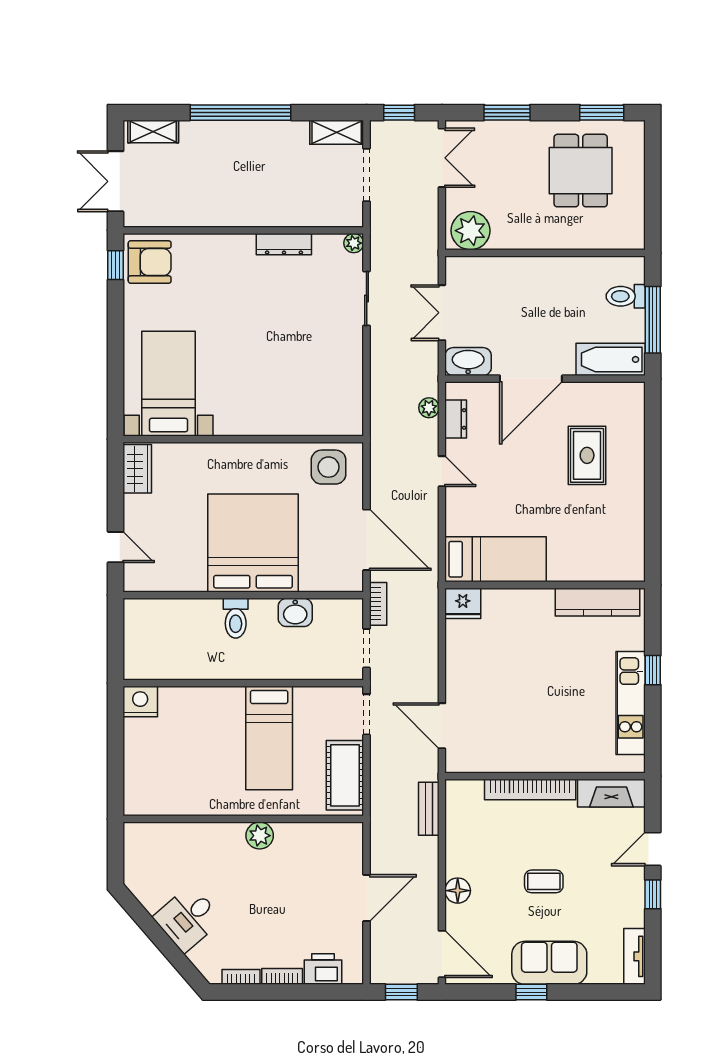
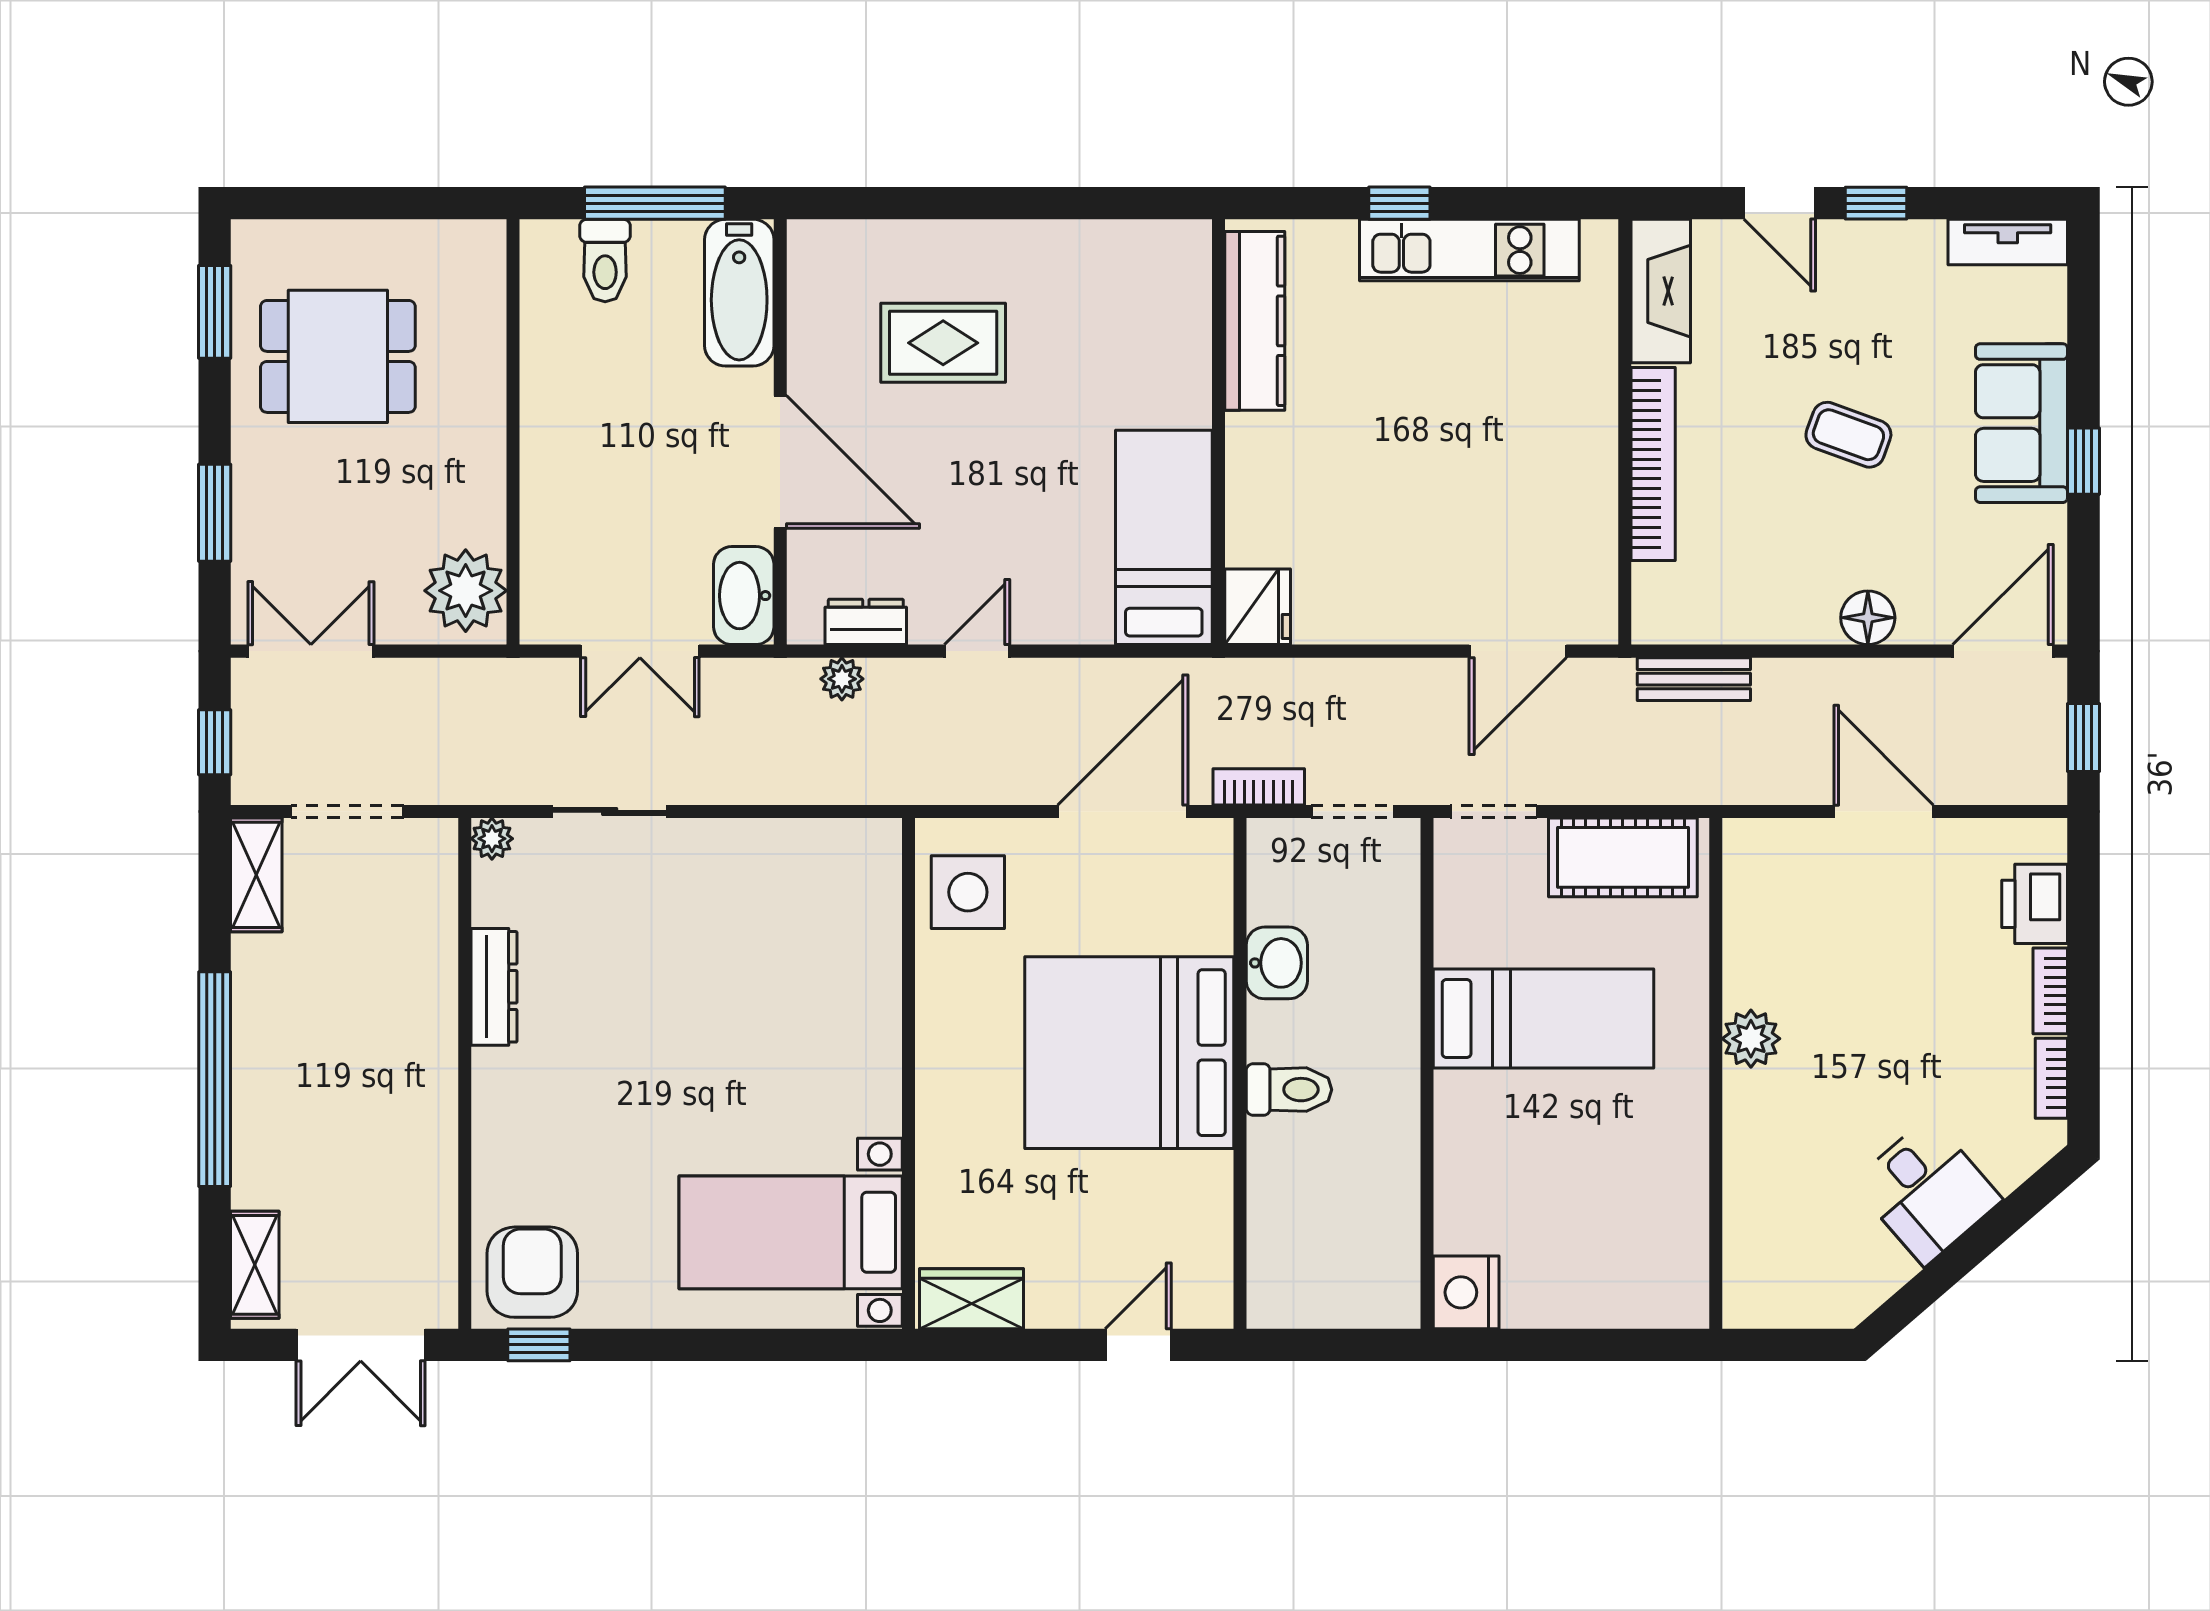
coffee table: (544, 881) -> (1848, 435), turned -70

